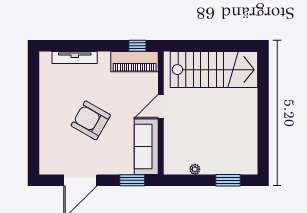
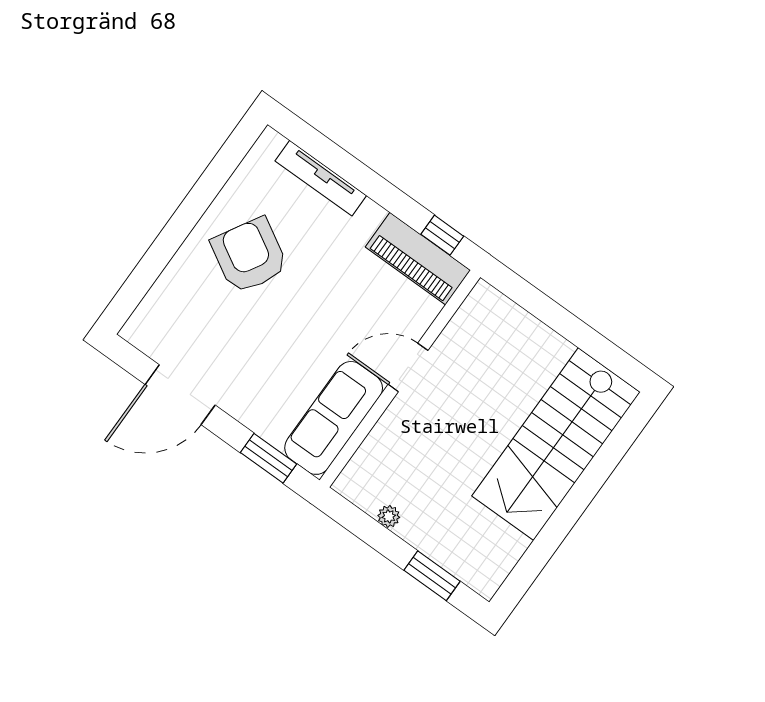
stairs: (214, 70) -> (556, 444), moved, turned 90
armchair: (91, 120) -> (249, 255), moved

